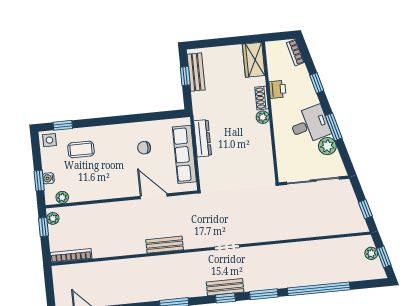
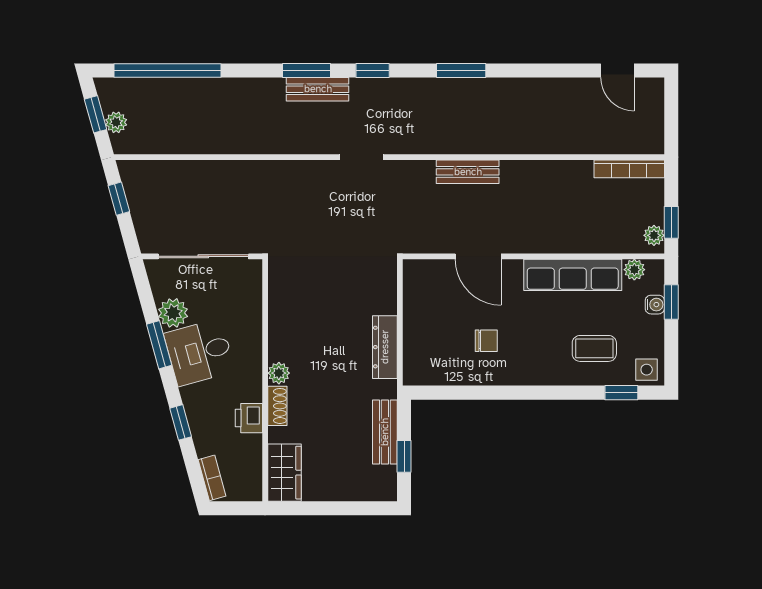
bench: (196, 72) -> (385, 432), moved
row of seats: (184, 154) -> (573, 275), moved, turned 90
bench: (225, 287) -> (318, 89), moved
window: (319, 289) -> (167, 70), moved

